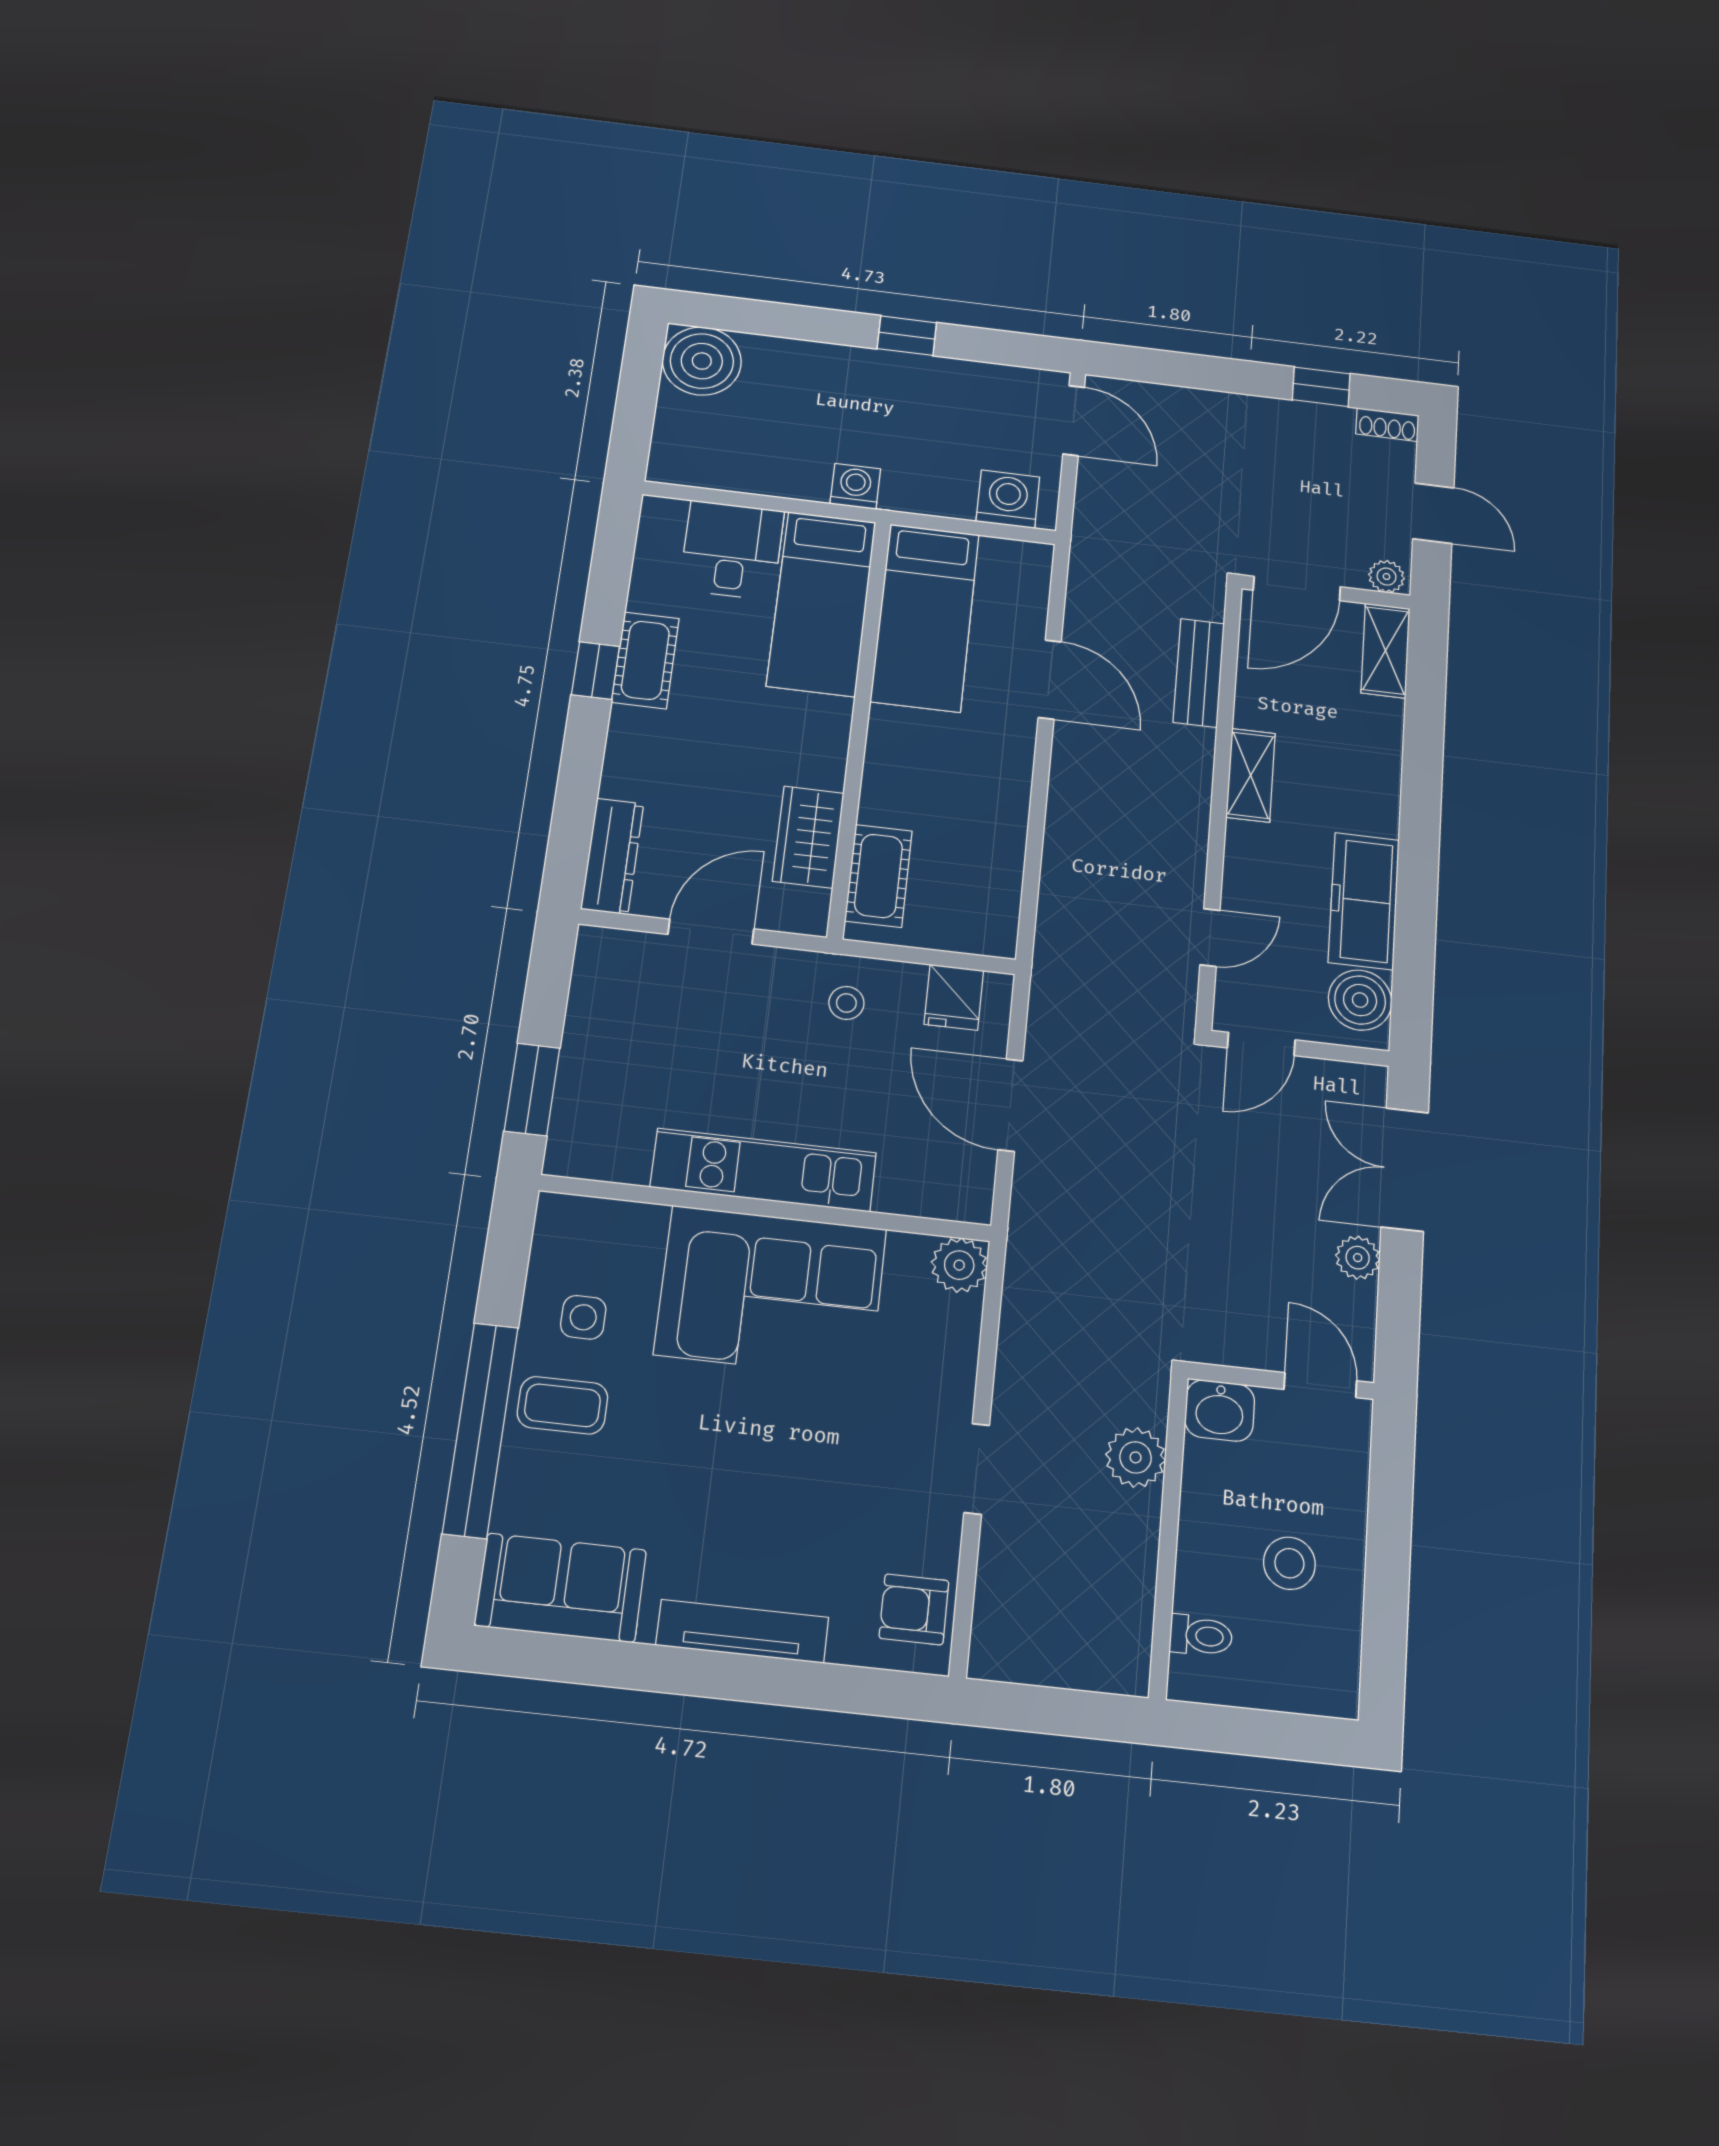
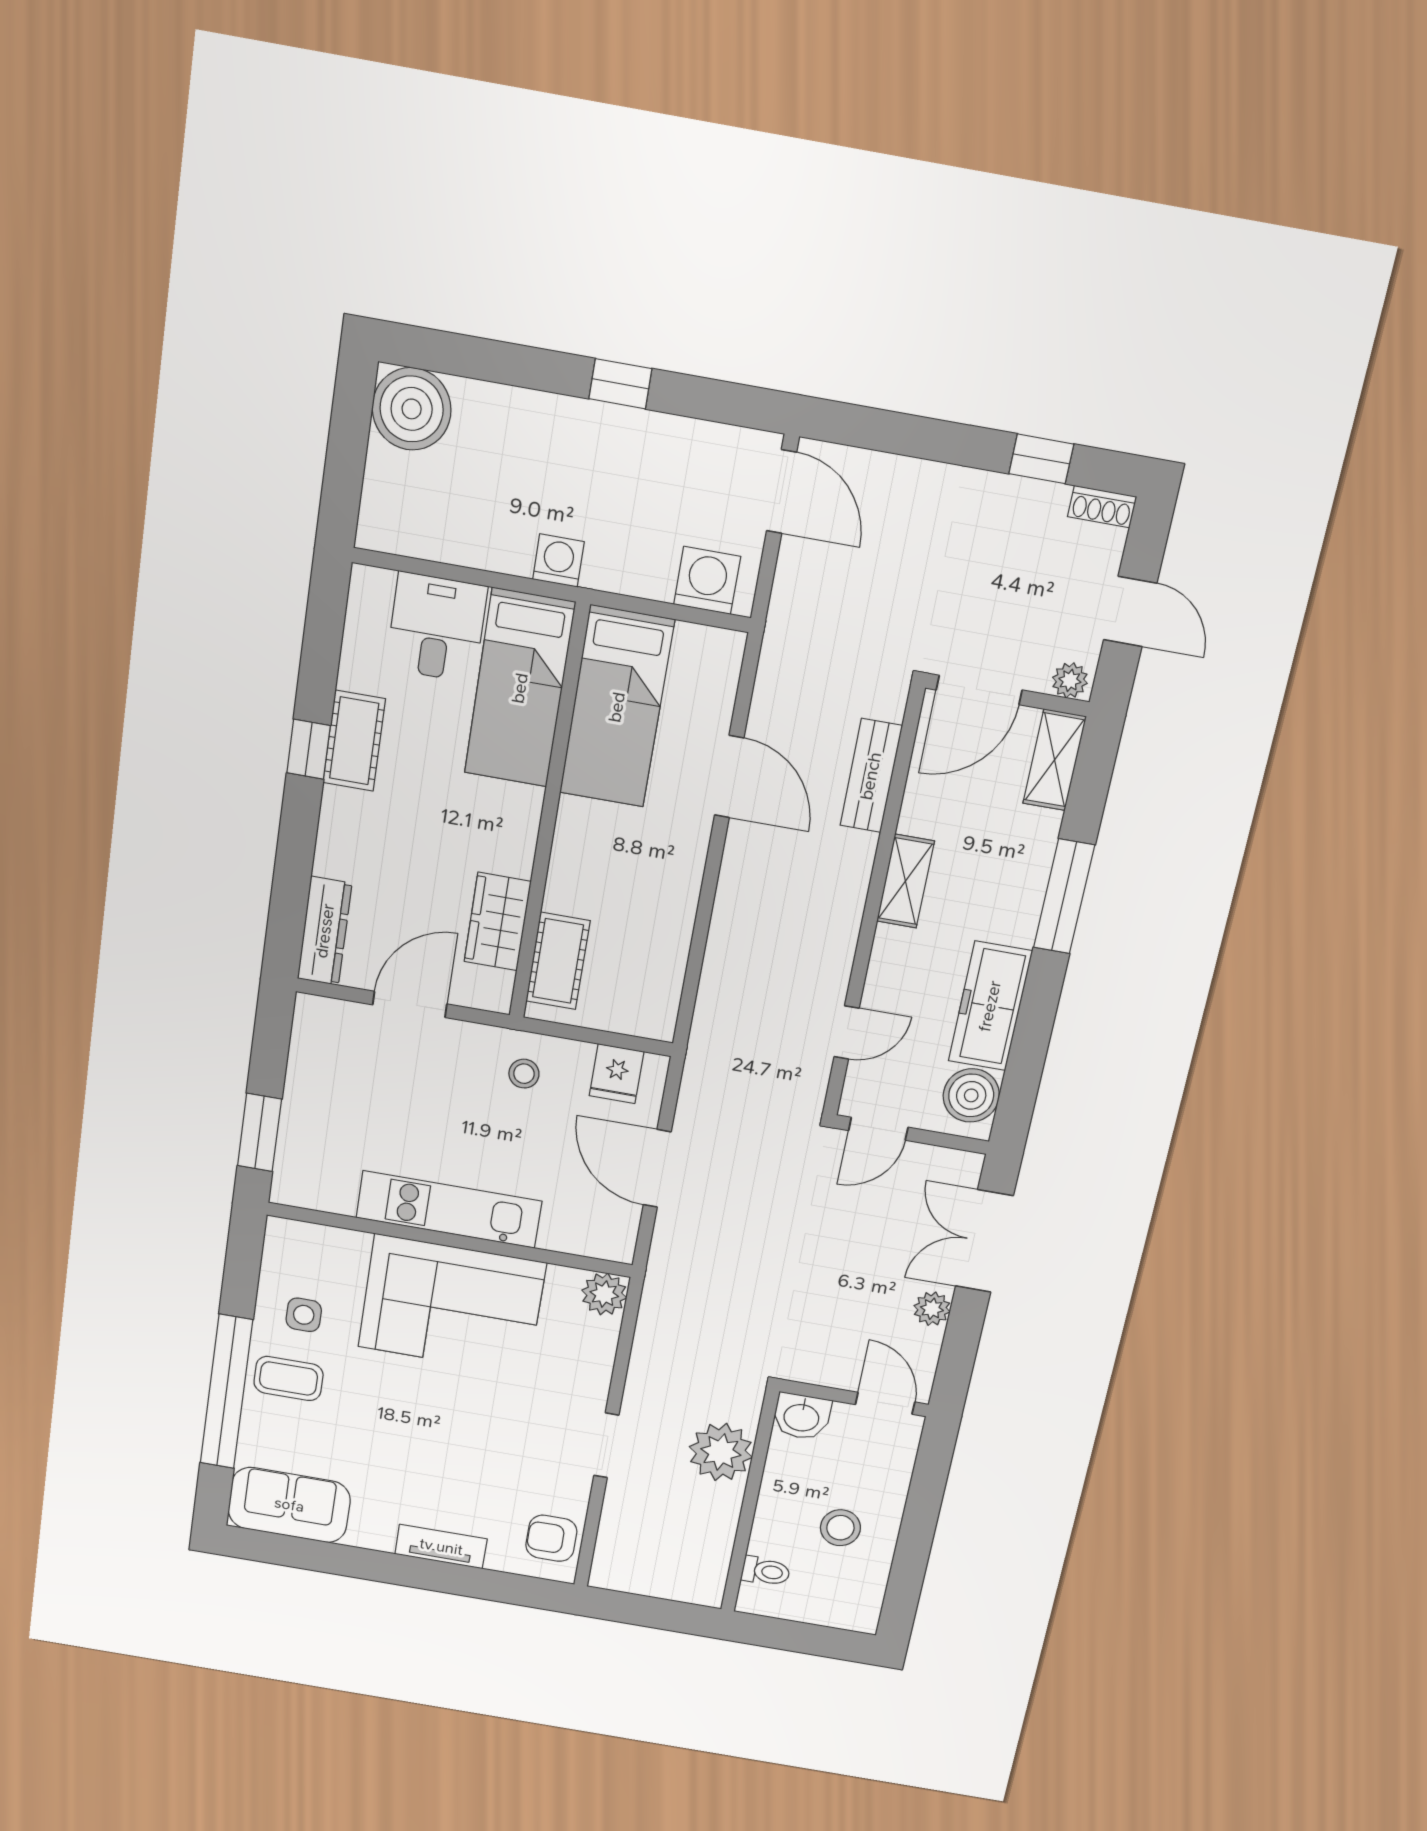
window: (1422, 783) -> (1064, 896), added
plant: (1136, 1457) -> (721, 1452), width x1.36, depth x1.36
tv unit: (742, 1631) -> (441, 1547), width x0.71

